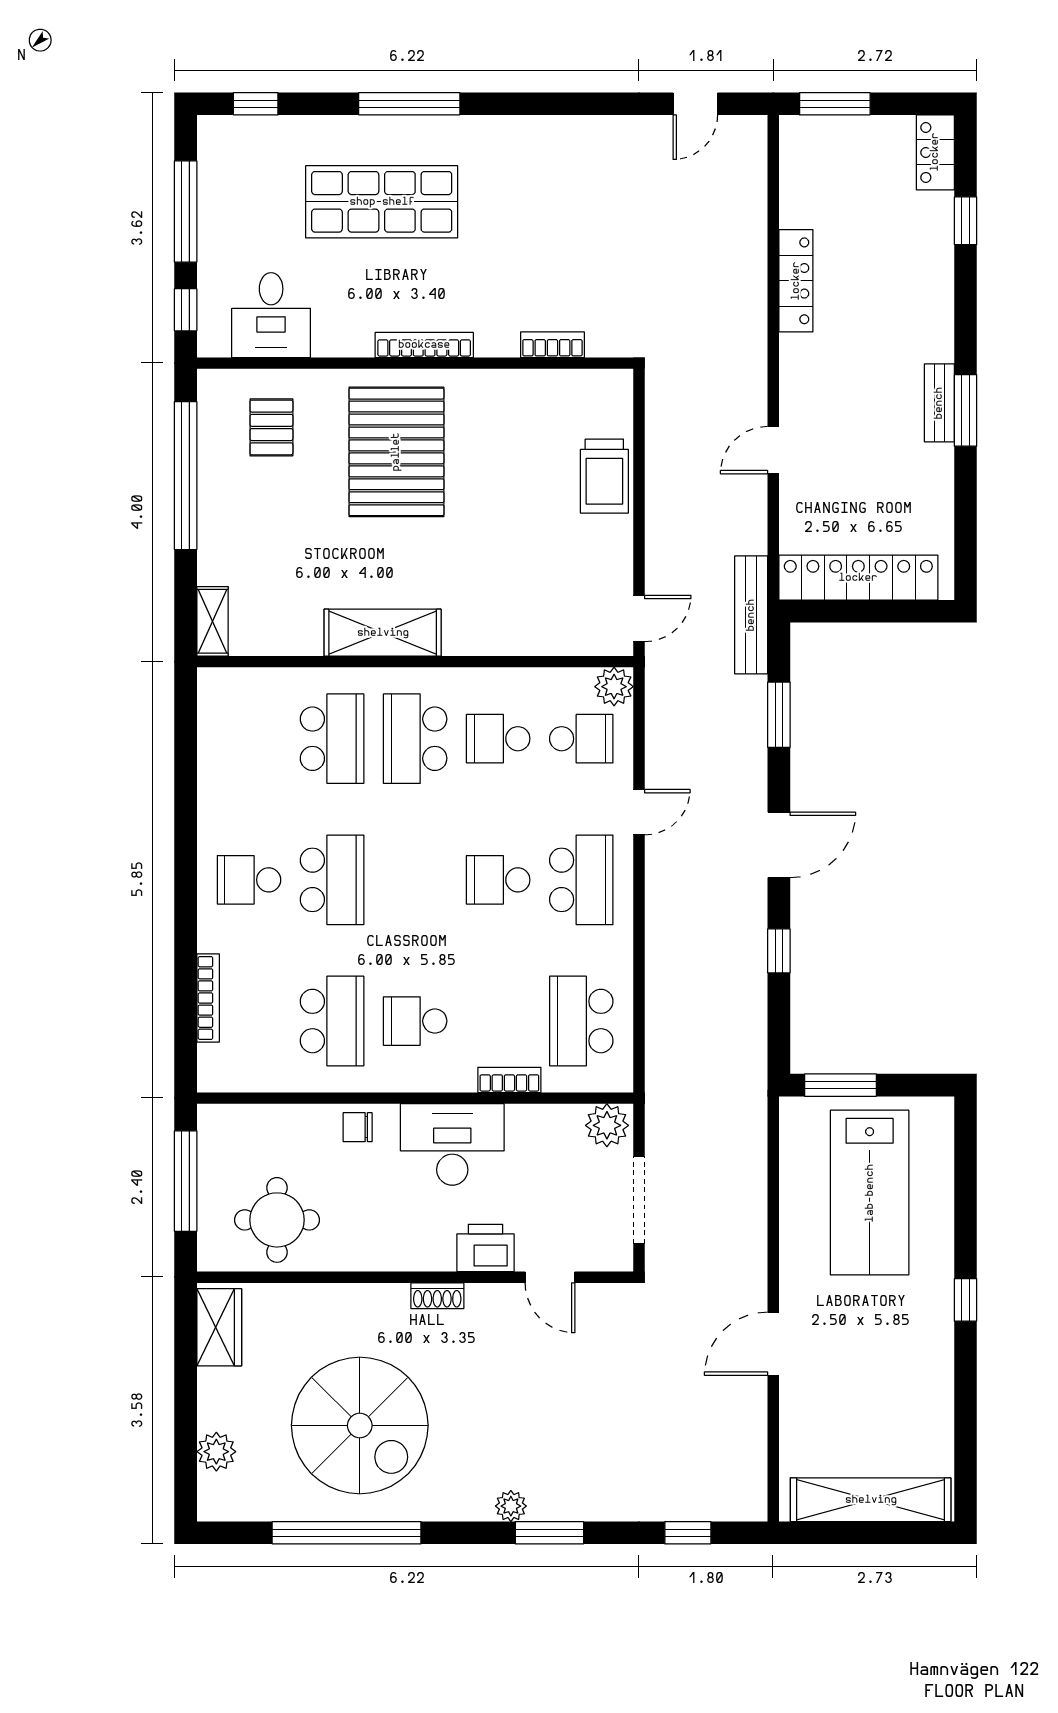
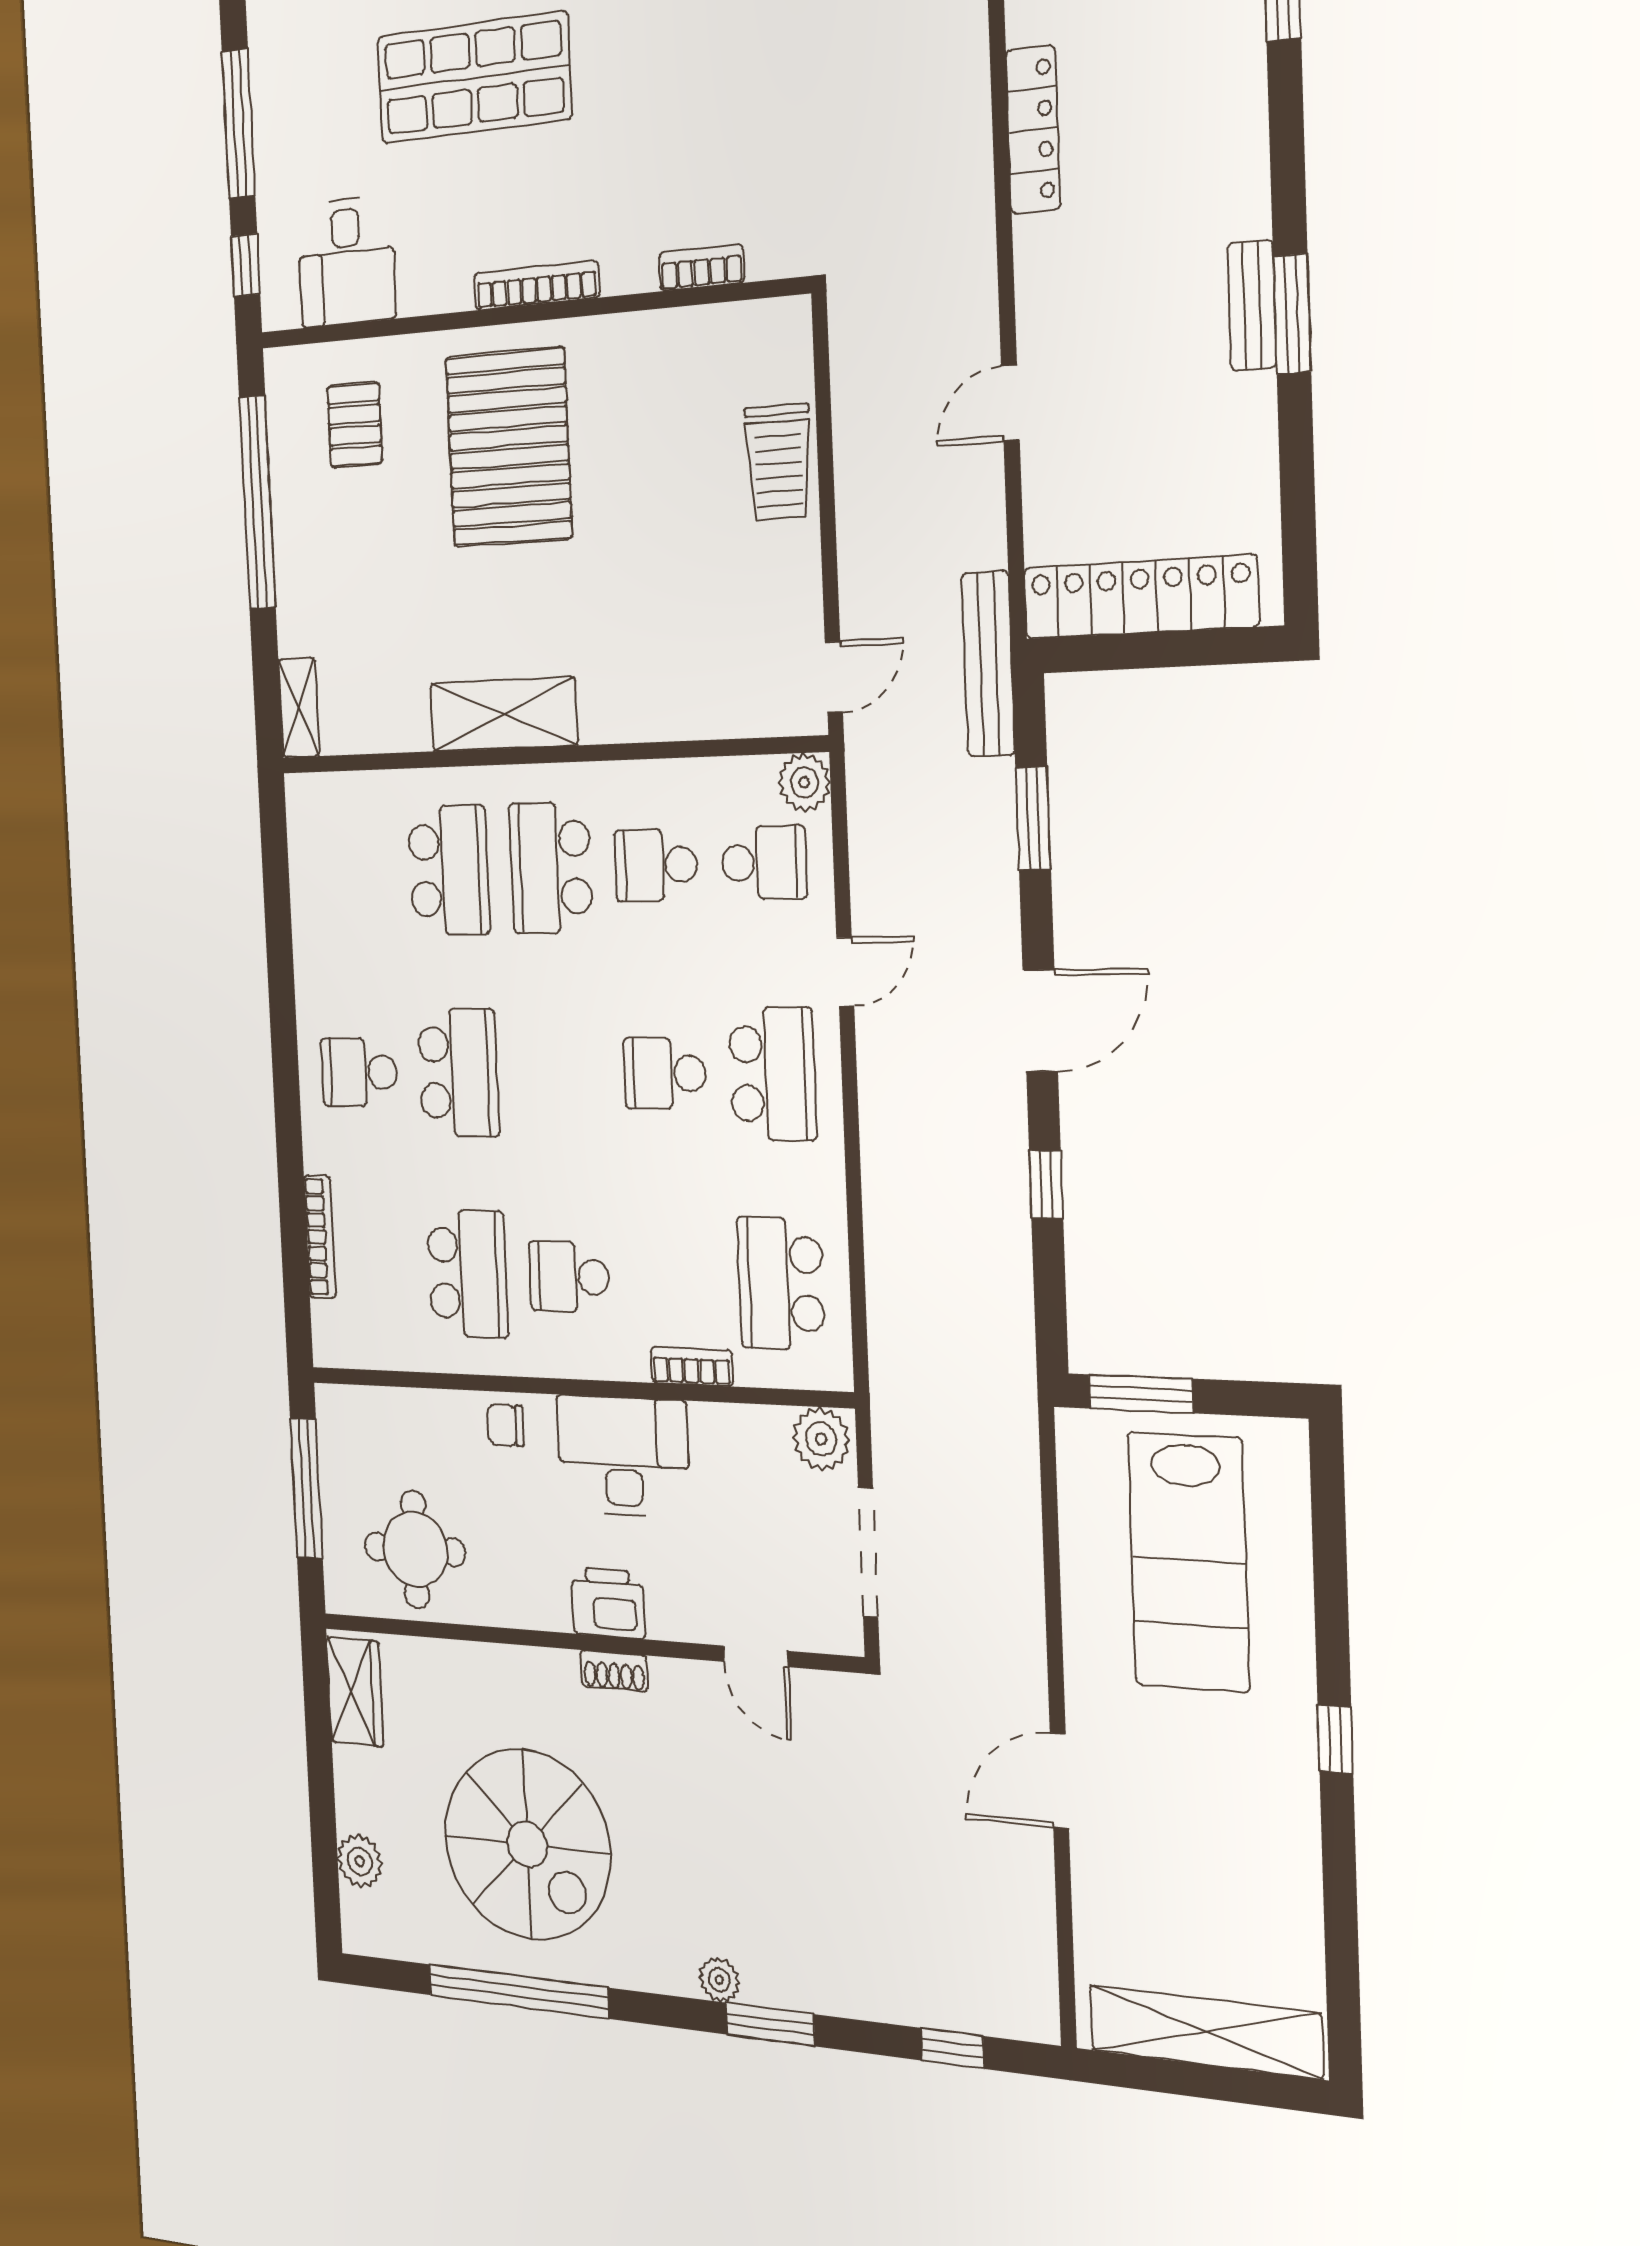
printer: (485, 1248) -> (608, 1603), moved

